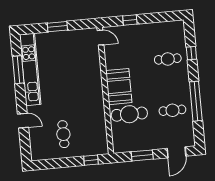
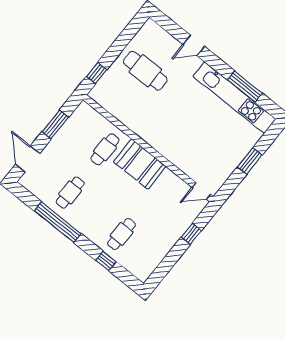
cafe table: (129, 114) -> (105, 149), width x0.73, depth x0.74
cafe table: (63, 134) -> (145, 71), width x1.37, depth x1.35

